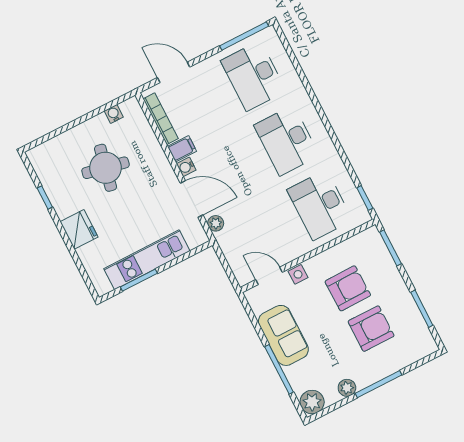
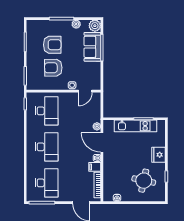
round table: (106, 168) -> (144, 181), moved
door: (269, 276) -> (85, 91), hinge flipped
armchair: (371, 329) -> (52, 45), turned 180
sofa: (283, 335) -> (92, 47), moved

